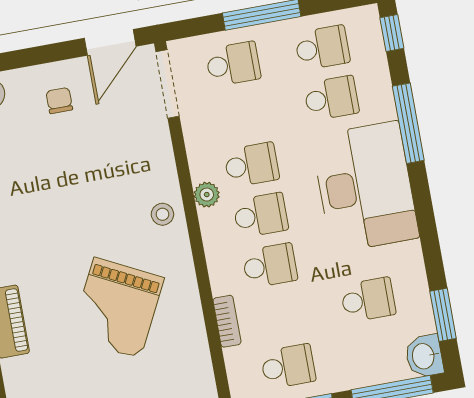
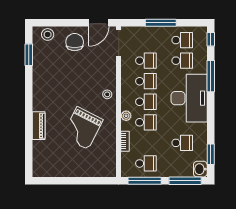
school desk: (233, 64) -> (146, 61), moved
chair: (59, 101) -> (75, 42), width x1.87, depth x1.87
plant: (207, 195) -> (126, 116), moved

